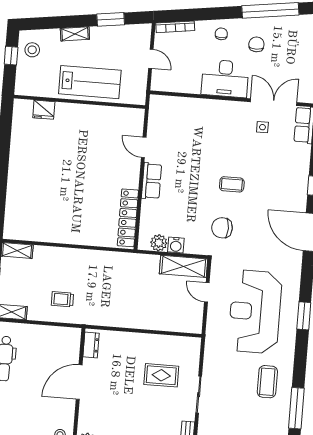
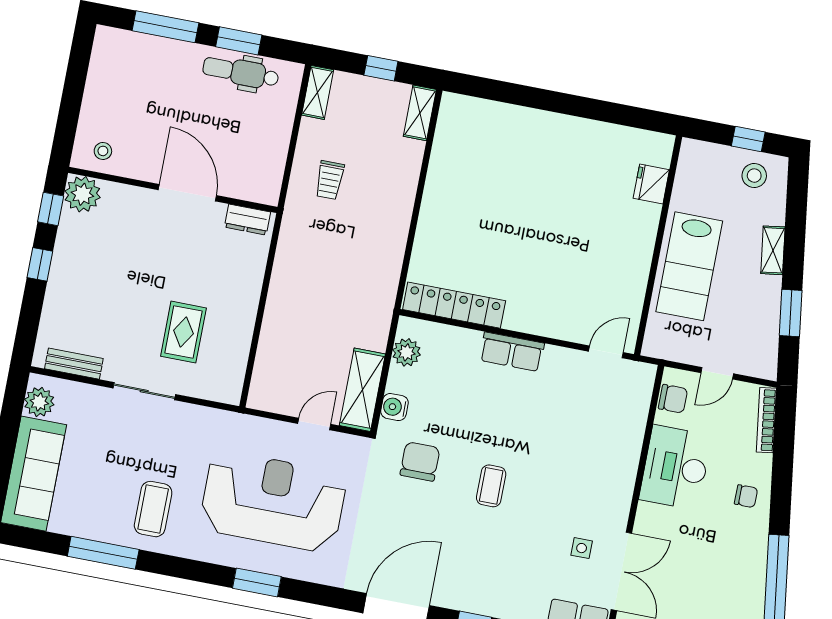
chair: (256, 44) -> (673, 399), moved
desk: (225, 78) -> (675, 467), moved
door: (144, 147) -> (606, 352), moved
water cooler: (176, 245) -> (394, 407), moved
trolley: (62, 299) -> (330, 180), turned 180
coffee table: (267, 382) -> (153, 509), turned 90

